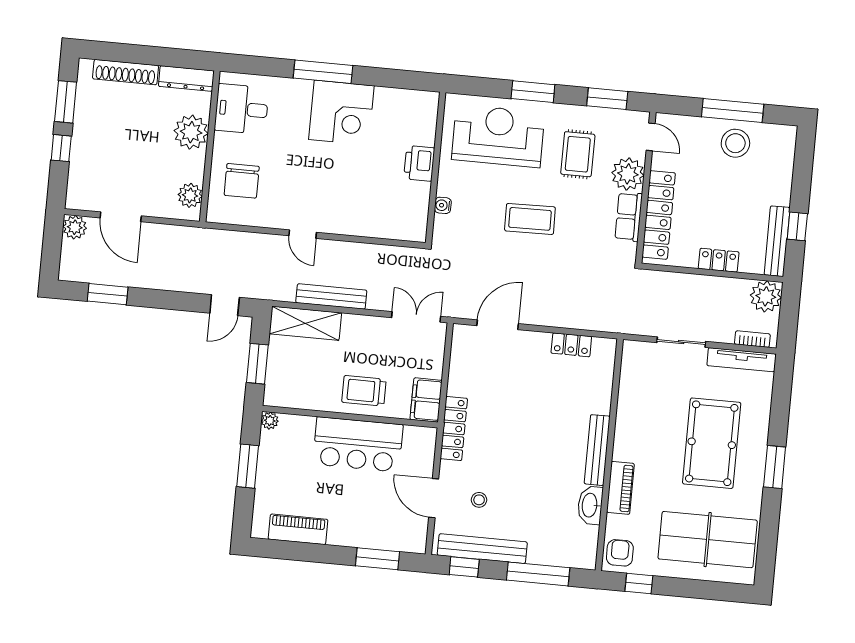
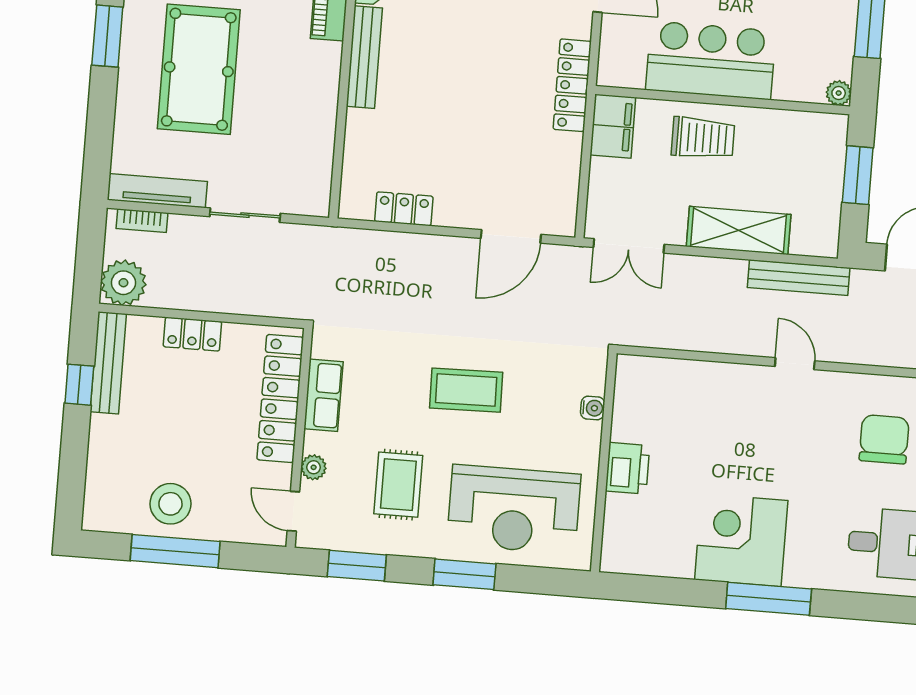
plant: (628, 174) -> (314, 467), width x0.53, depth x0.53
bench: (331, 296) -> (799, 278), moved
shelving: (305, 323) -> (739, 230), moved

